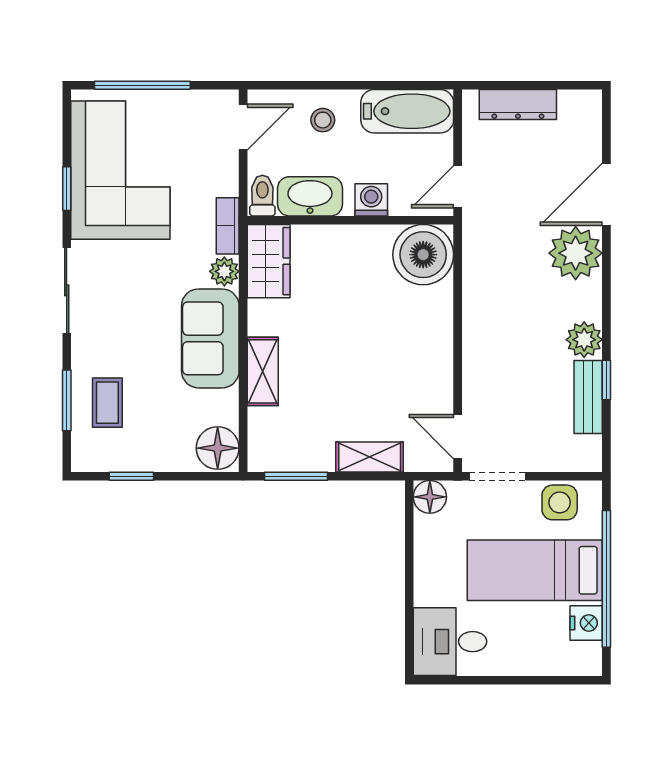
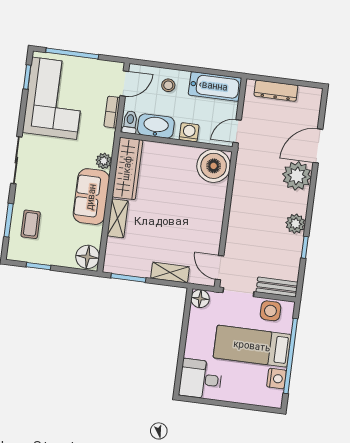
window: (67, 189) -> (27, 77), moved
bookcase: (228, 226) -> (112, 112), moved
wardrobe: (269, 261) -> (127, 168), width x1.50
bench: (588, 397) -> (277, 287), moved, turned 90

